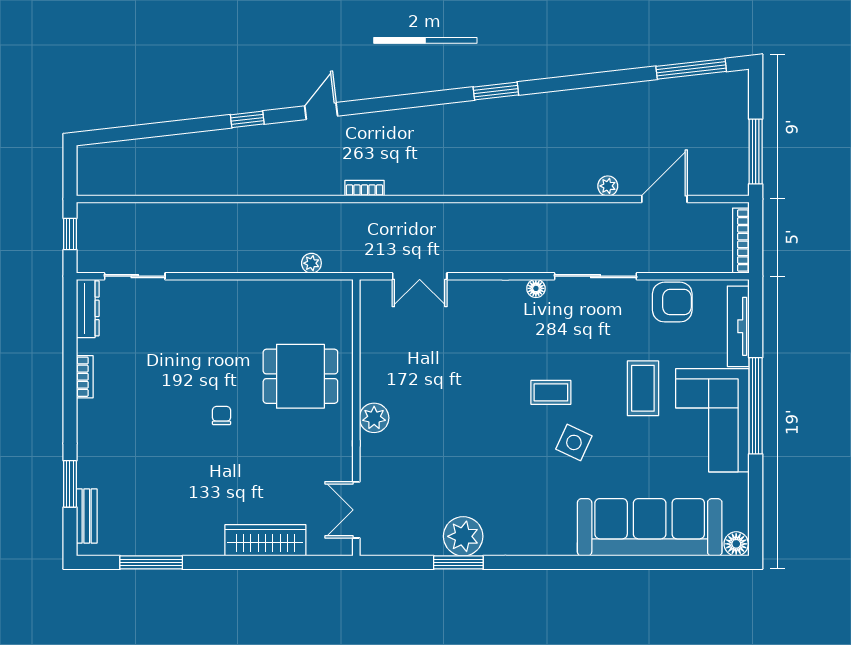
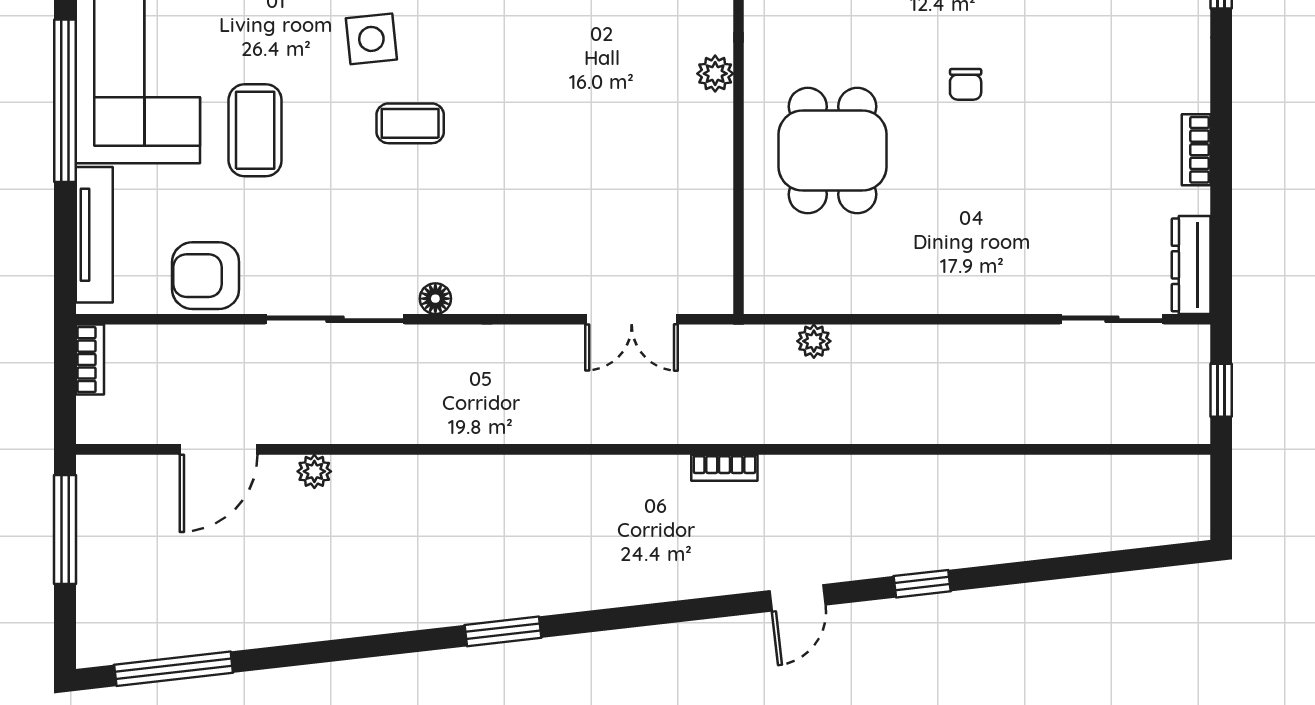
bookcase: (741, 241) -> (90, 360), width x0.64
double door: (420, 276) -> (632, 319), swing flipped
dining table: (300, 376) -> (832, 151), turned 90
plant: (374, 418) -> (715, 74), width x0.73, depth x0.73
side table: (574, 442) -> (371, 39), turned -31

